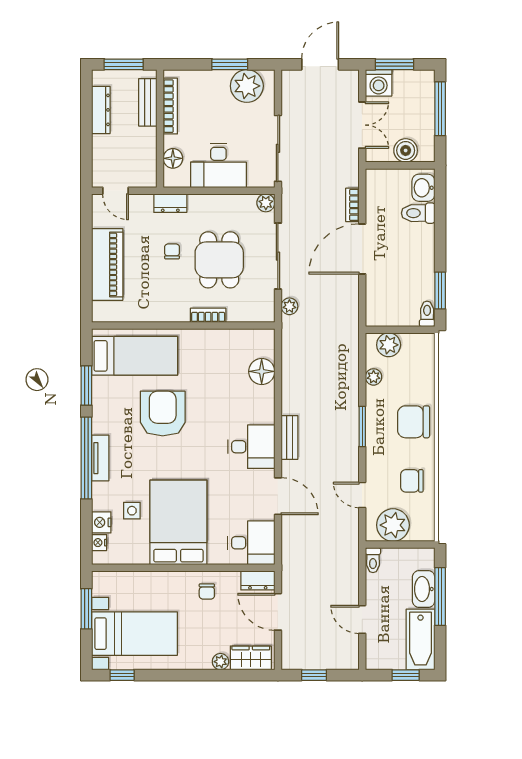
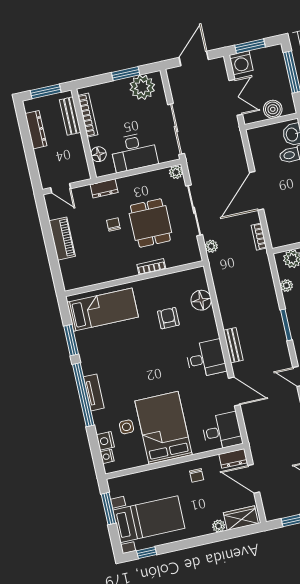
bookcase: (352, 205) -> (259, 237), moved
piano: (107, 264) -> (62, 239), width x0.73, depth x0.75
armchair: (163, 414) -> (168, 318), moved, width x0.53, depth x0.53

